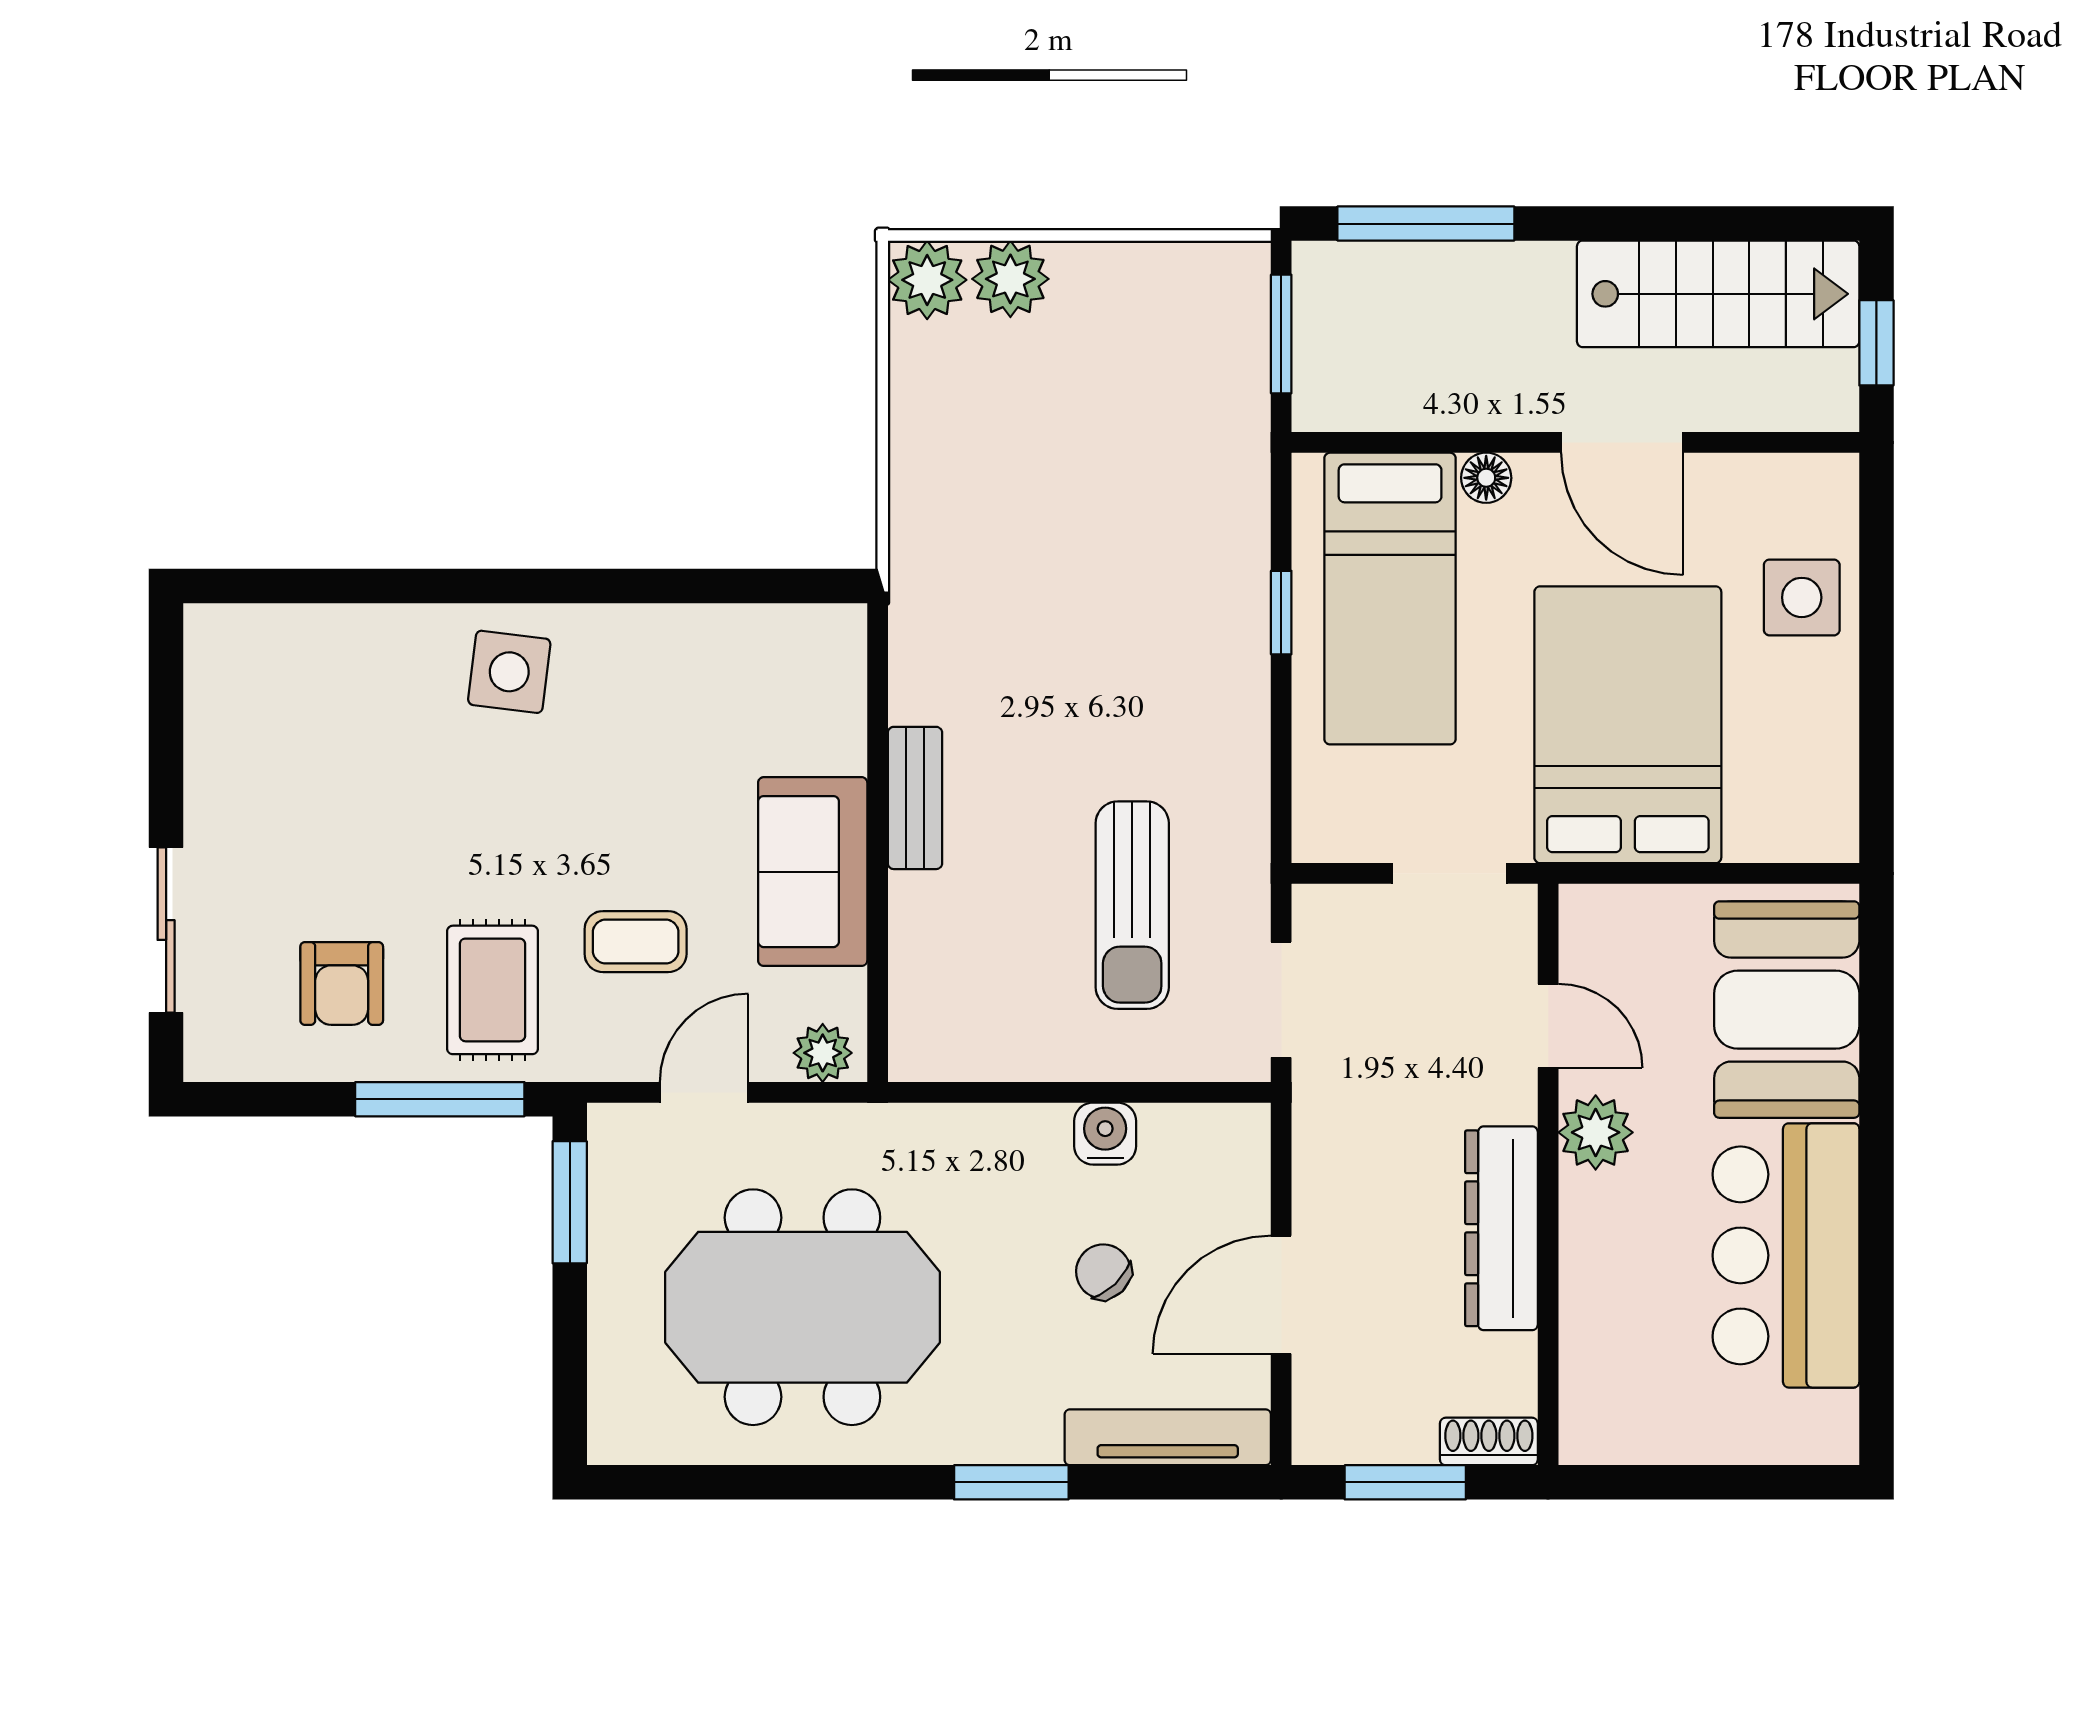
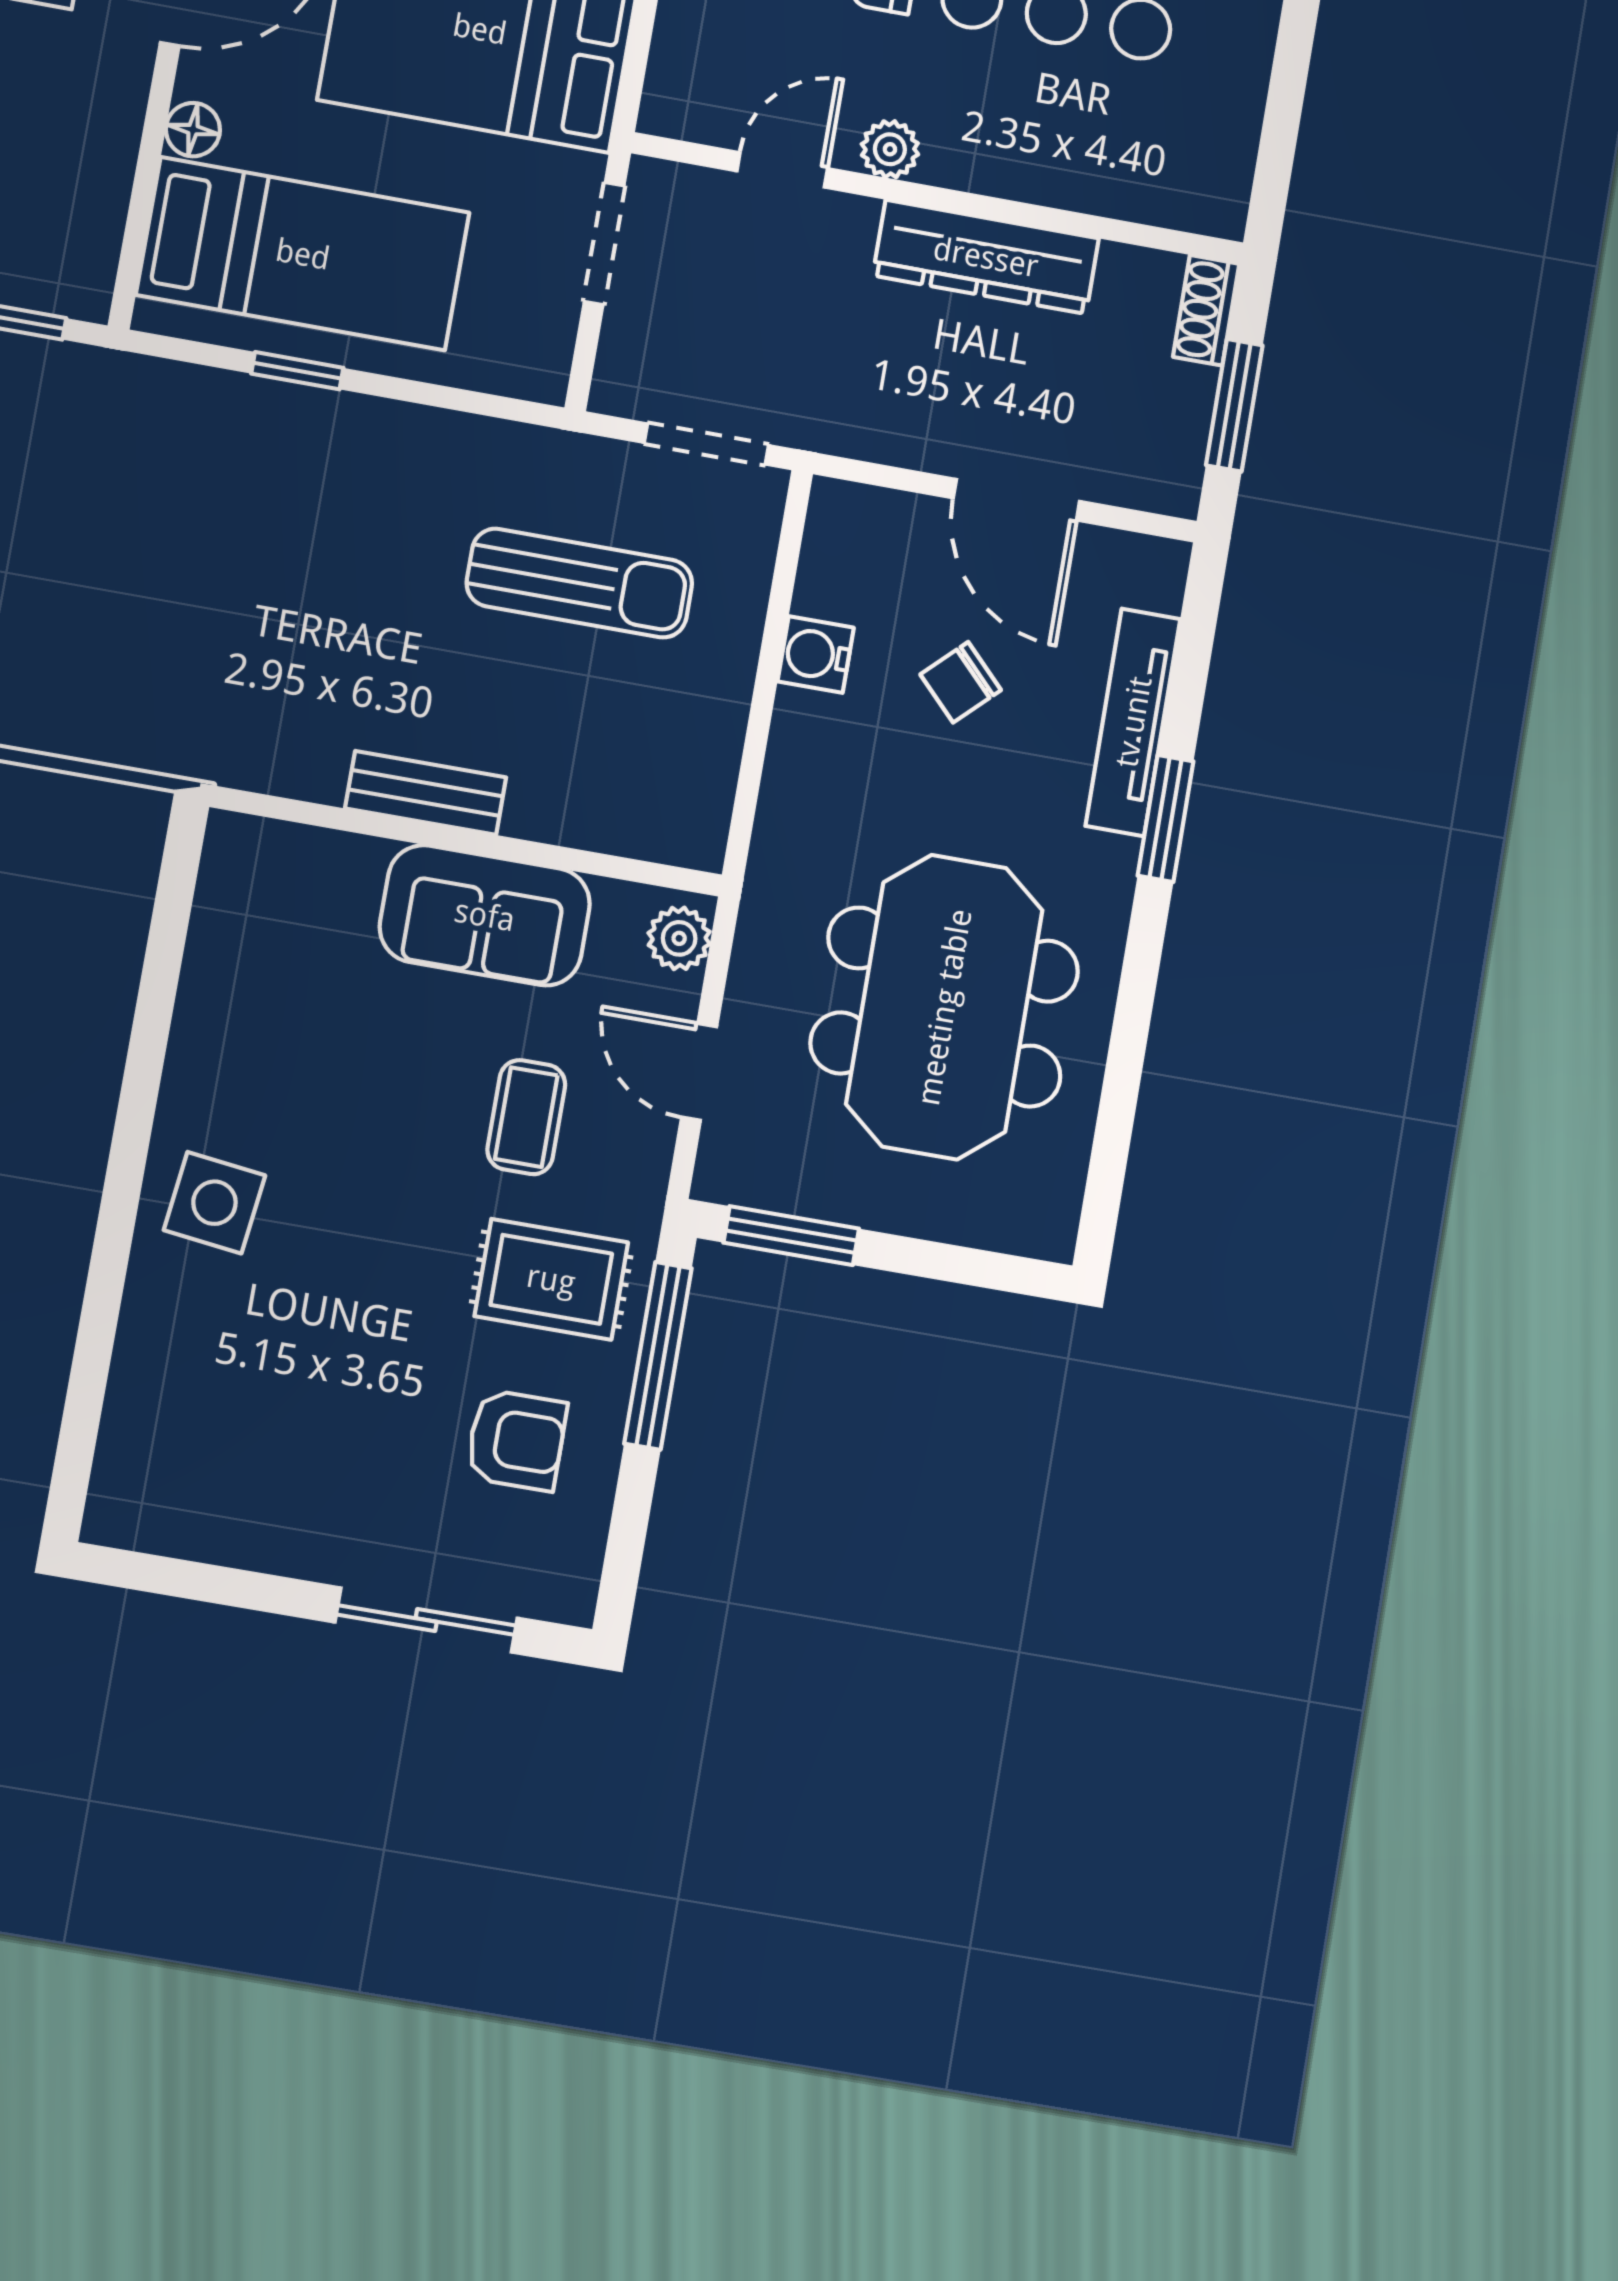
plant: (1596, 1132) -> (890, 149), width x0.73, depth x0.73
tv unit: (1168, 1437) -> (1133, 722), moved

